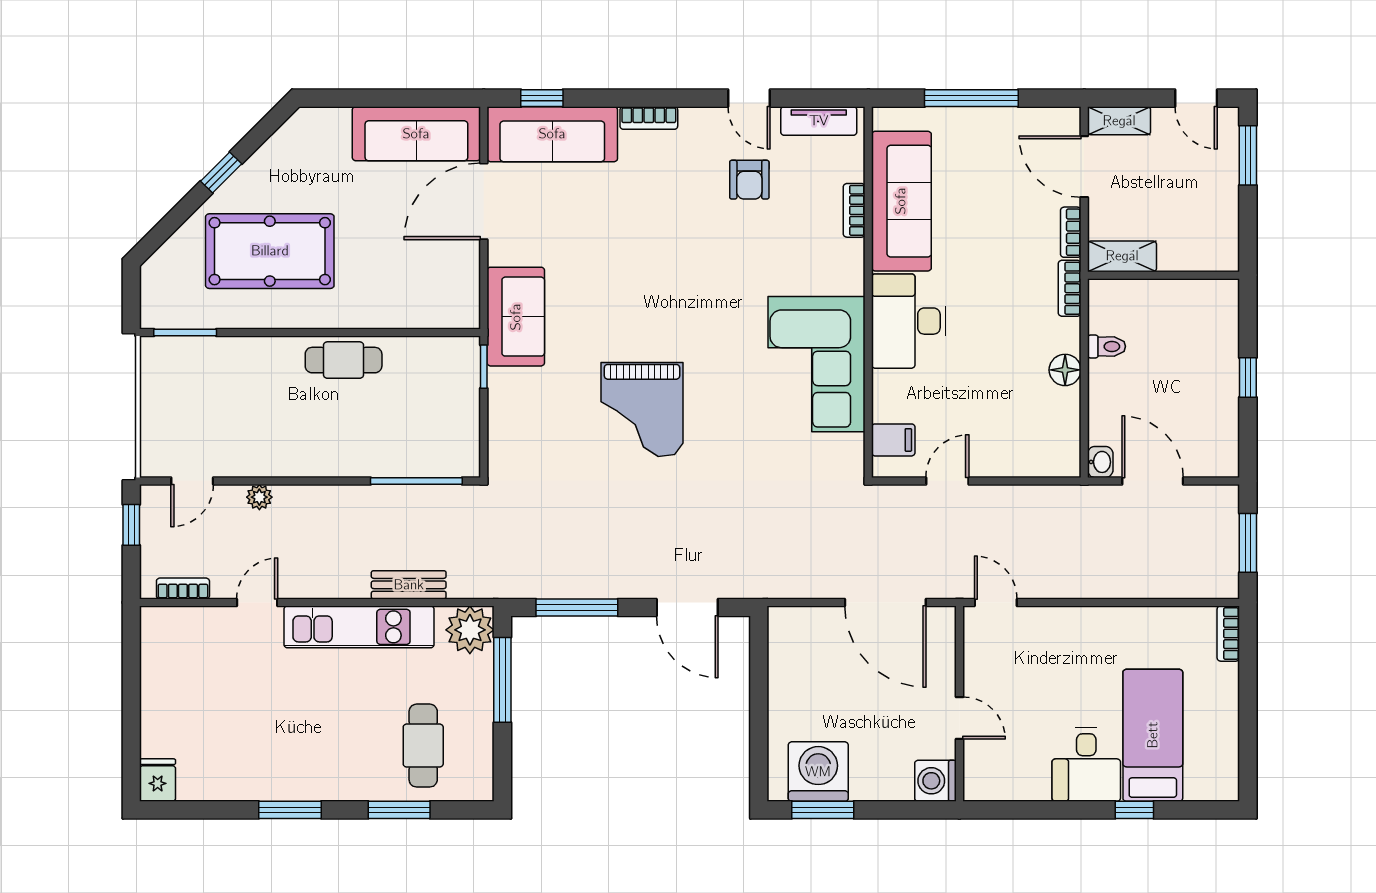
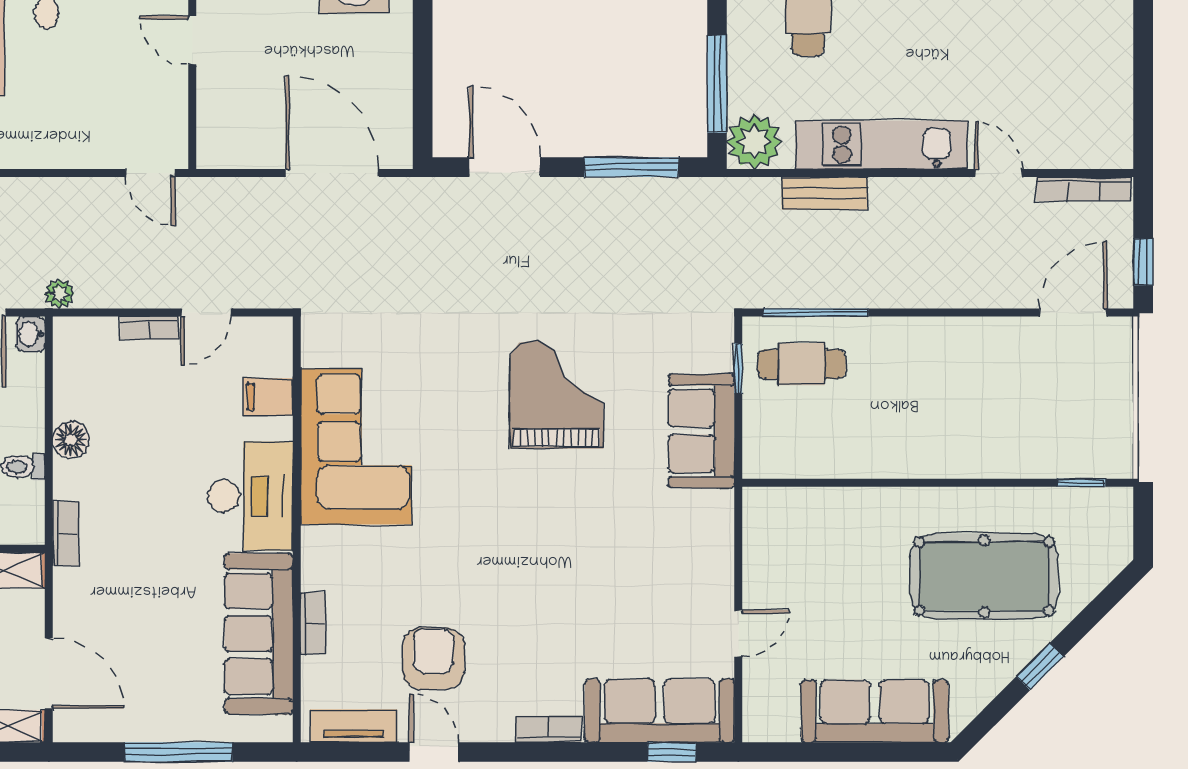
sofa: (416, 134) -> (875, 711), moved
armchair: (749, 180) -> (433, 658), width x1.38, depth x1.38
door: (484, 201) -> (738, 633), width x0.53
bookcase: (1071, 232) -> (149, 328), moved, turned 90
sofa: (516, 317) -> (702, 431), moved
window: (185, 333) -> (1081, 483), width x0.67
cafe table: (344, 360) -> (802, 364), moved
window: (484, 367) -> (738, 368), moved
filing cabinet: (893, 440) -> (268, 397), moved
door: (192, 481) -> (1073, 312), width x1.38
plant: (259, 497) -> (59, 294), moved
bookcase: (183, 588) -> (1084, 189), width x1.56
door: (257, 602) -> (999, 173), swing flipped
door: (885, 602) -> (332, 173), moved

